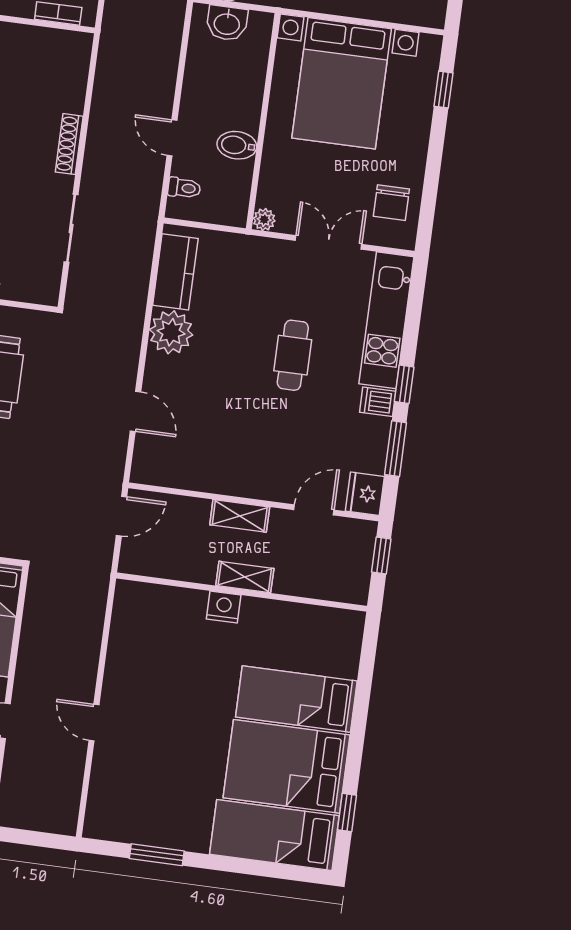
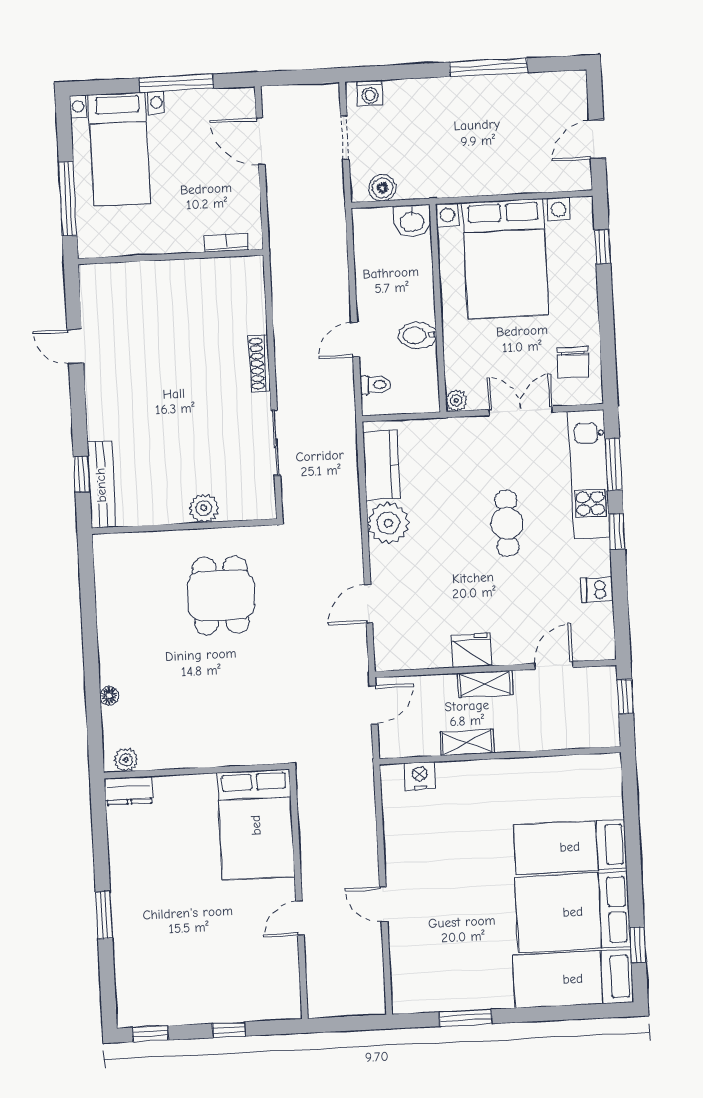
washbasin: (227, 23) -> (412, 221), moved
door: (172, 138) -> (355, 340), hinge flipped
dishwasher: (378, 402) -> (597, 589), moved
door: (135, 411) -> (368, 604), swing flipped
window: (396, 449) -> (613, 464), moved
fridge: (365, 494) -> (471, 650), moved, turned 90
shelving: (245, 577) -> (467, 742), moved
nightstand: (224, 607) -> (420, 776), moved

